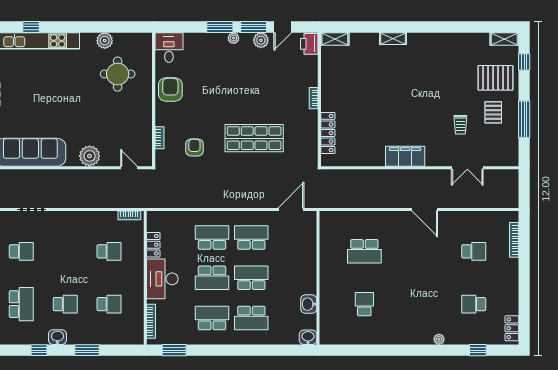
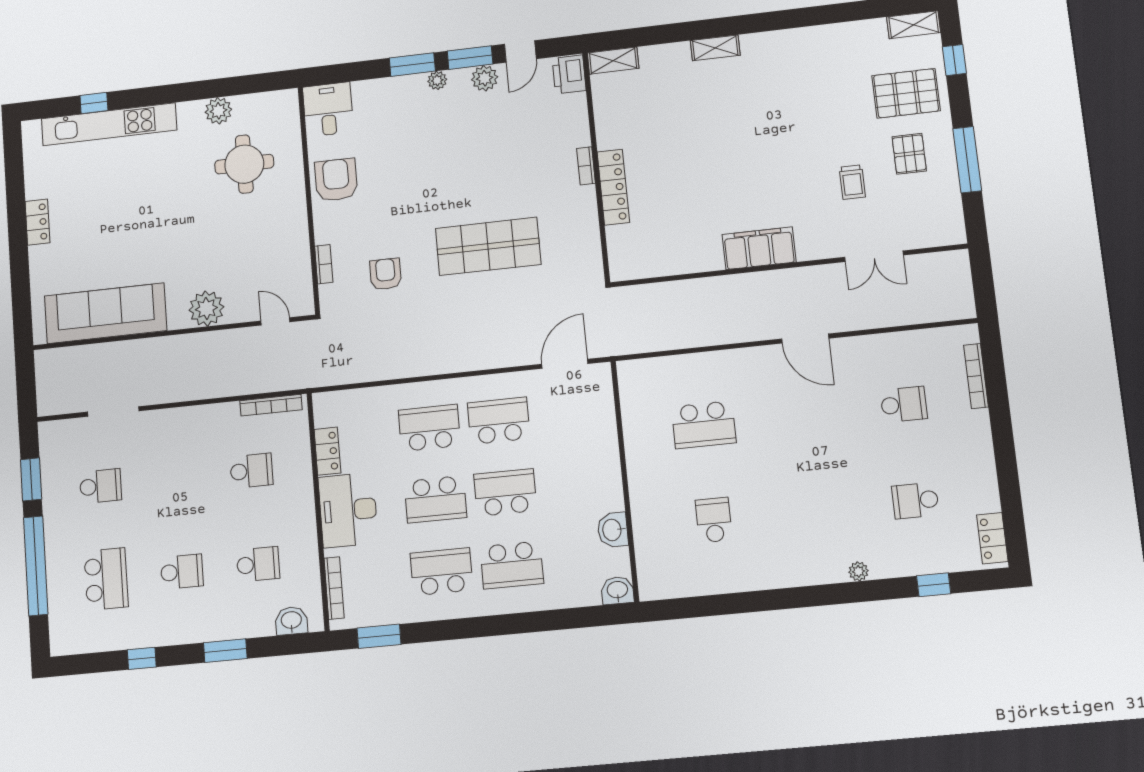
locker: (328, 133) -> (613, 187), moved
bookcase: (129, 215) -> (271, 405), width x1.56
washbasin: (57, 337) -> (291, 621), moved

